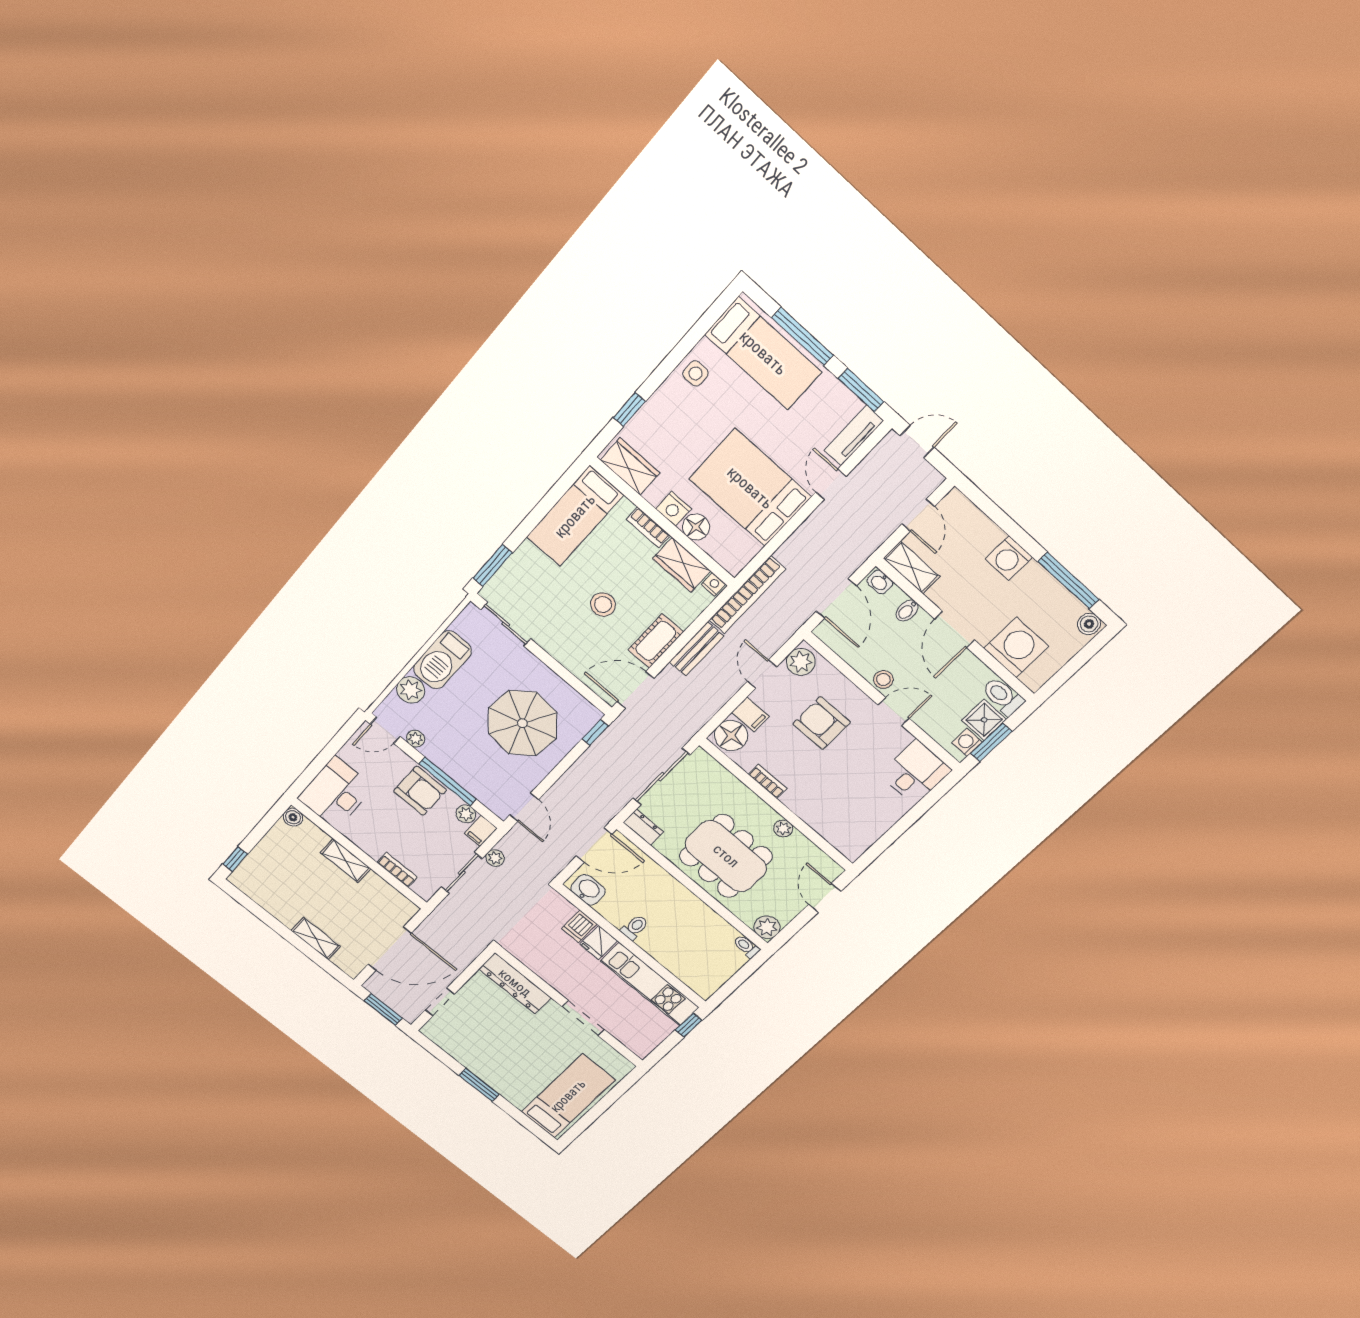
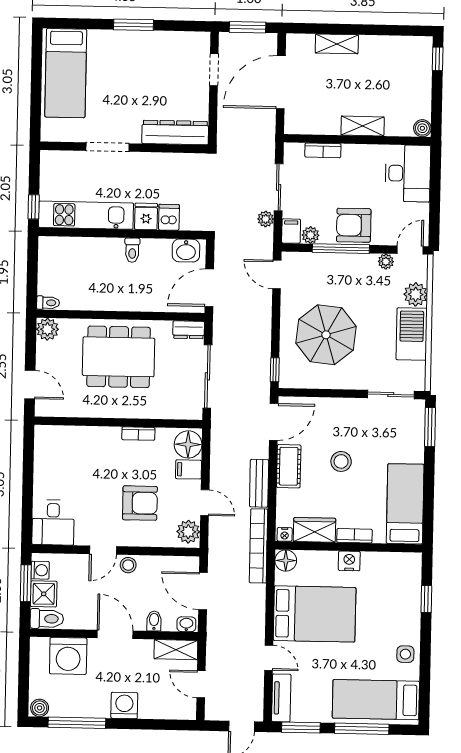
wardrobe: (630, 467) -> (397, 564), removed
floor lamp: (696, 527) -> (286, 561), moved
plant: (783, 828) -> (100, 410), removed

